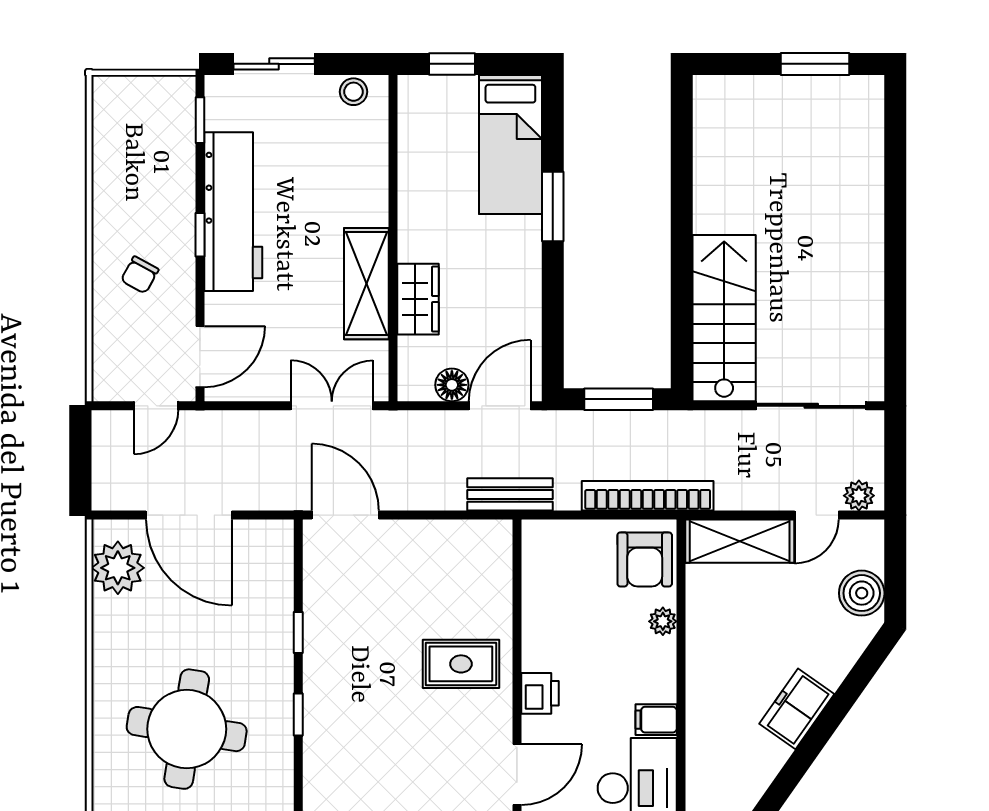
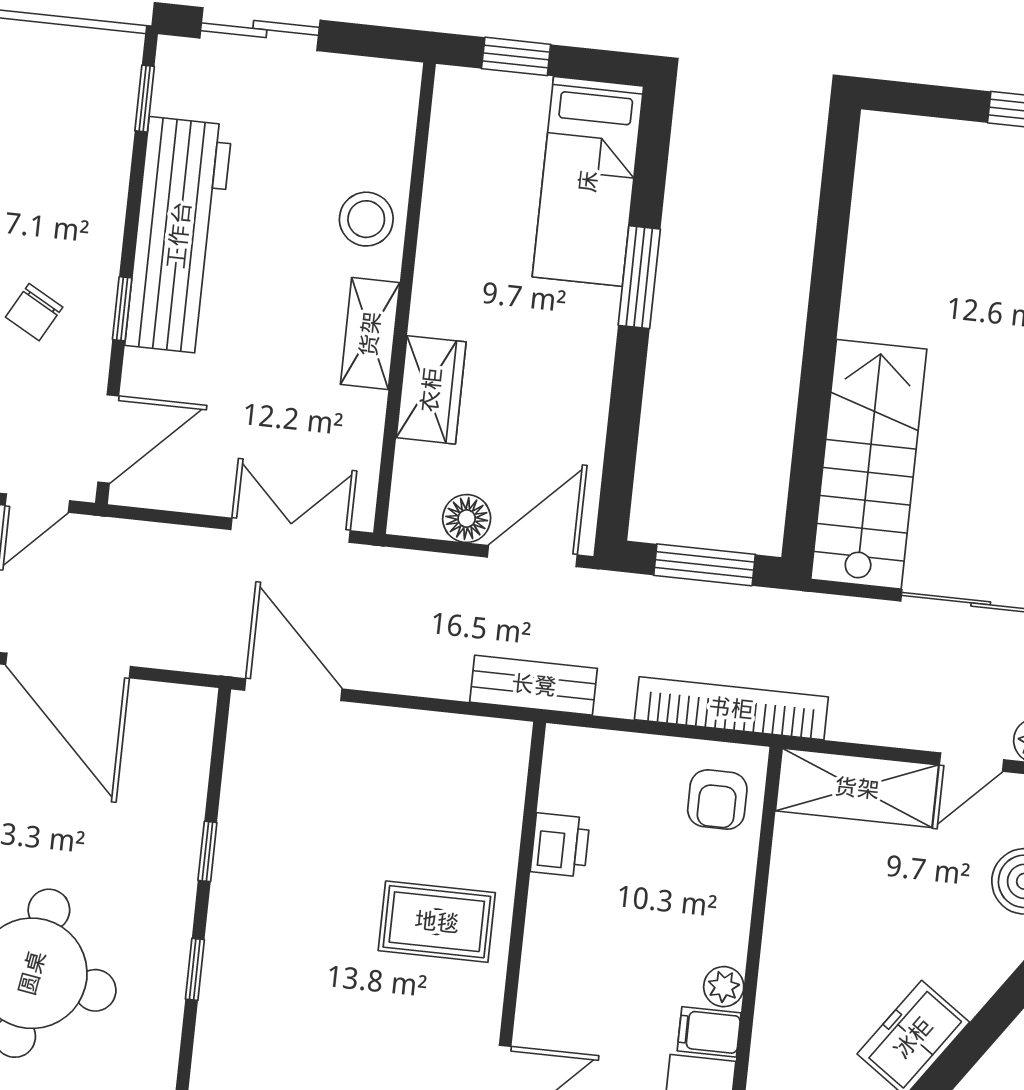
stool: (353, 92) -> (366, 219), moved, width x1.37, depth x1.37
window: (200, 235) -> (122, 309), moved
shelving: (366, 284) -> (370, 334), width x0.67, depth x0.75
armchair: (645, 559) -> (717, 800), width x0.72, depth x0.72
plant: (663, 621) -> (724, 987), moved
printer: (540, 693) -> (560, 845), moved

